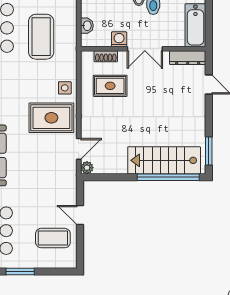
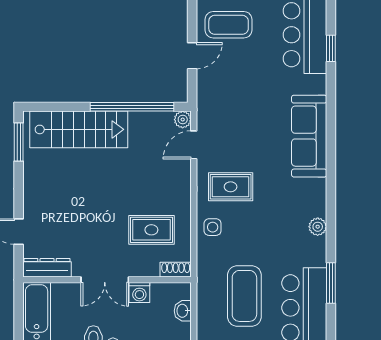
double door: (145, 49) -> (105, 280), swing flipped
shoe rack: (106, 56) -> (176, 270), moved
rug: (51, 118) -> (231, 187), width x0.73, depth x0.70
window: (168, 177) -> (132, 107), moved
door: (80, 215) -> (192, 56), hinge flipped

